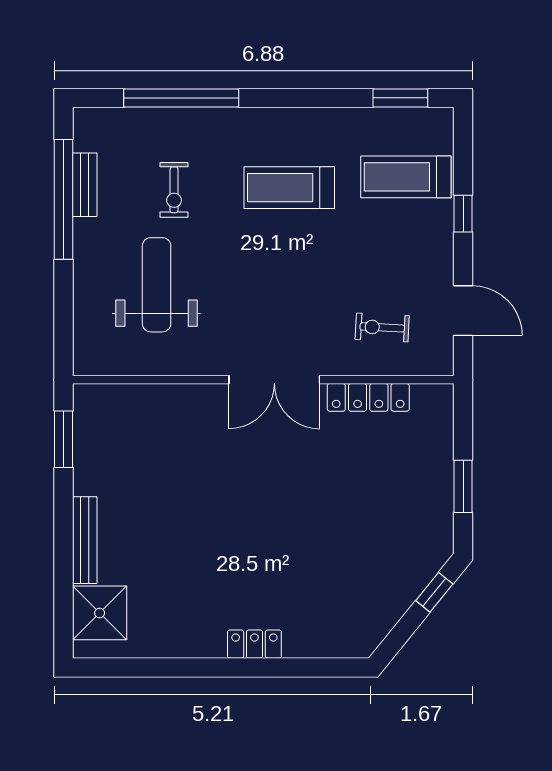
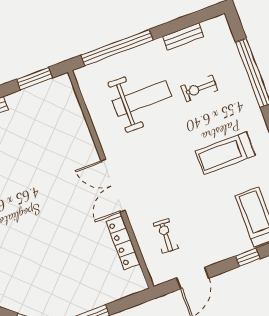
treadmill: (289, 188) -> (225, 153), turned -90
window: (64, 199) -> (117, 48), moved

